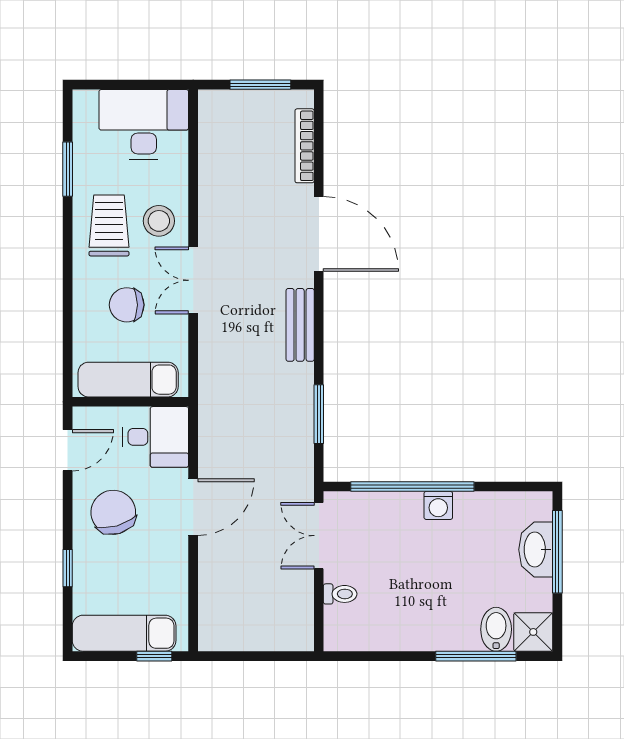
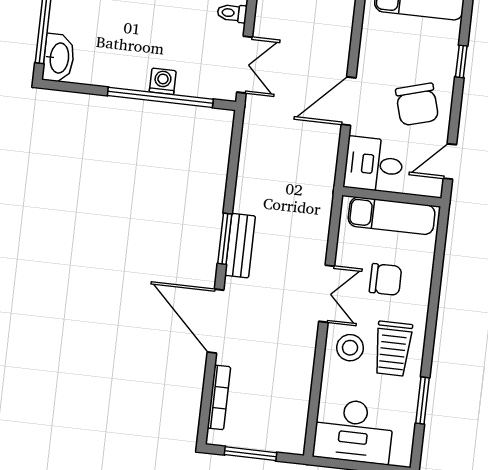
window: (319, 414) -> (225, 239), moved
washing machine: (438, 505) -> (163, 81), moved
washbasin: (536, 550) -> (59, 58), moved

